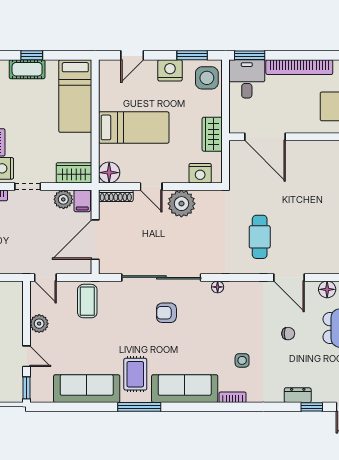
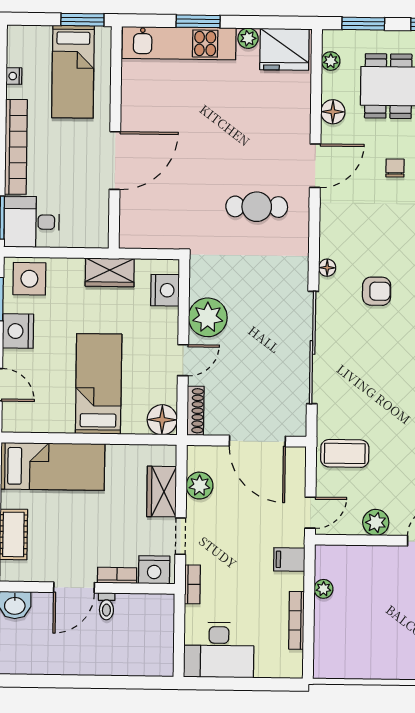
door: (265, 137) -> (115, 161), moved
wardrobe: (74, 173) -> (162, 492), moved
filing cabinet: (82, 201) -> (289, 559), moved, turned 180
armchair: (166, 313) -> (377, 291), moved, turned -90

